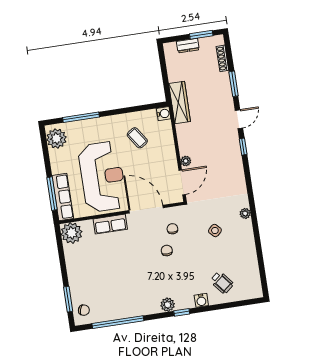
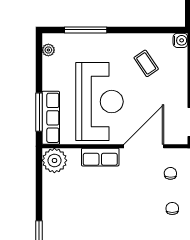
plant: (56, 138) -> (48, 50), width x0.53, depth x0.53
door: (146, 209) -> (144, 146), hinge flipped
chair: (167, 251) -> (172, 209), moved

